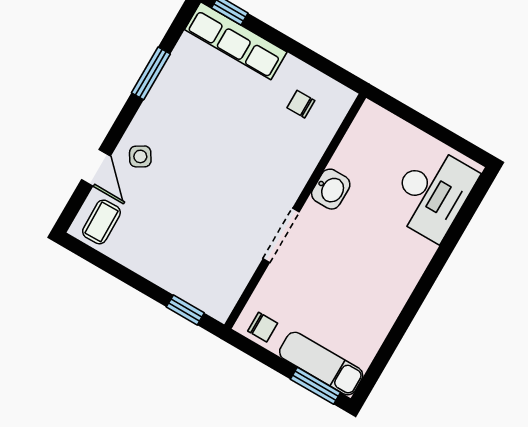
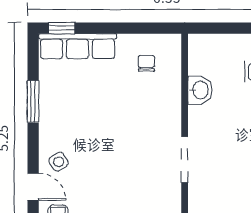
chair: (301, 104) -> (146, 63), turned 90
washbasin: (331, 189) -> (200, 90), moved

